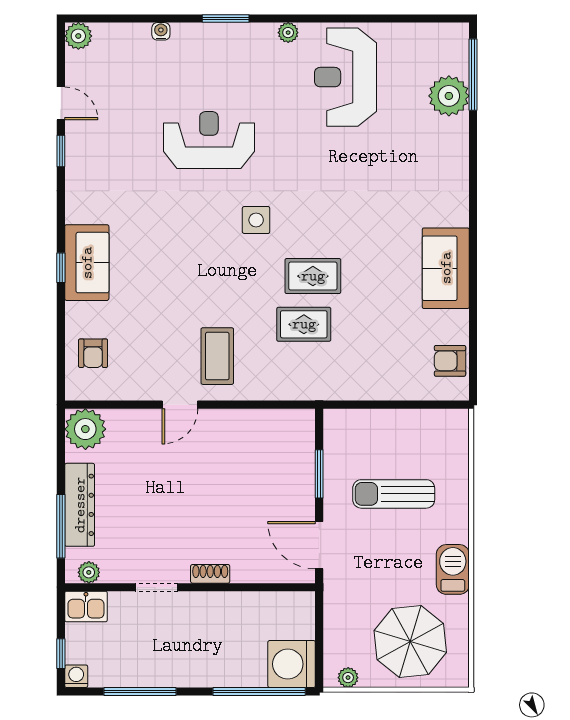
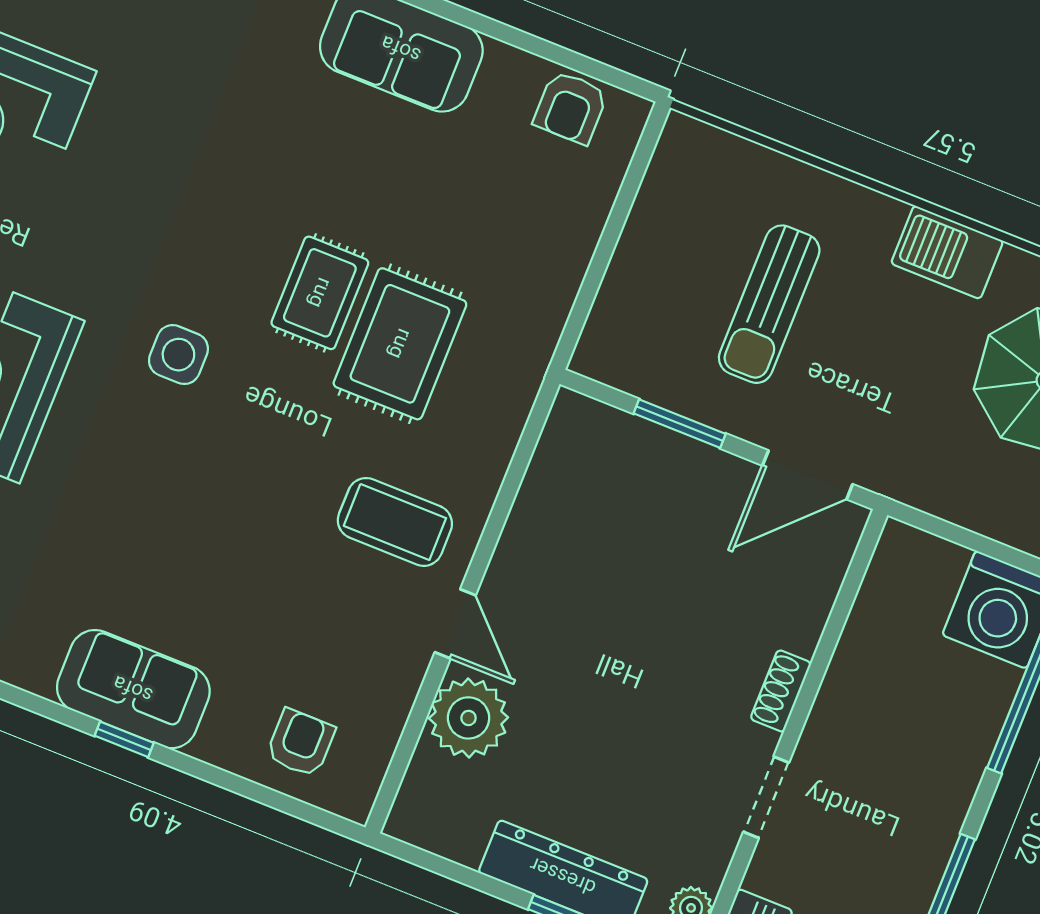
rug: (304, 324) -> (400, 344), width x1.36, depth x1.43
armchair: (93, 353) -> (301, 743), turned -90
plant: (85, 429) -> (469, 718), moved

